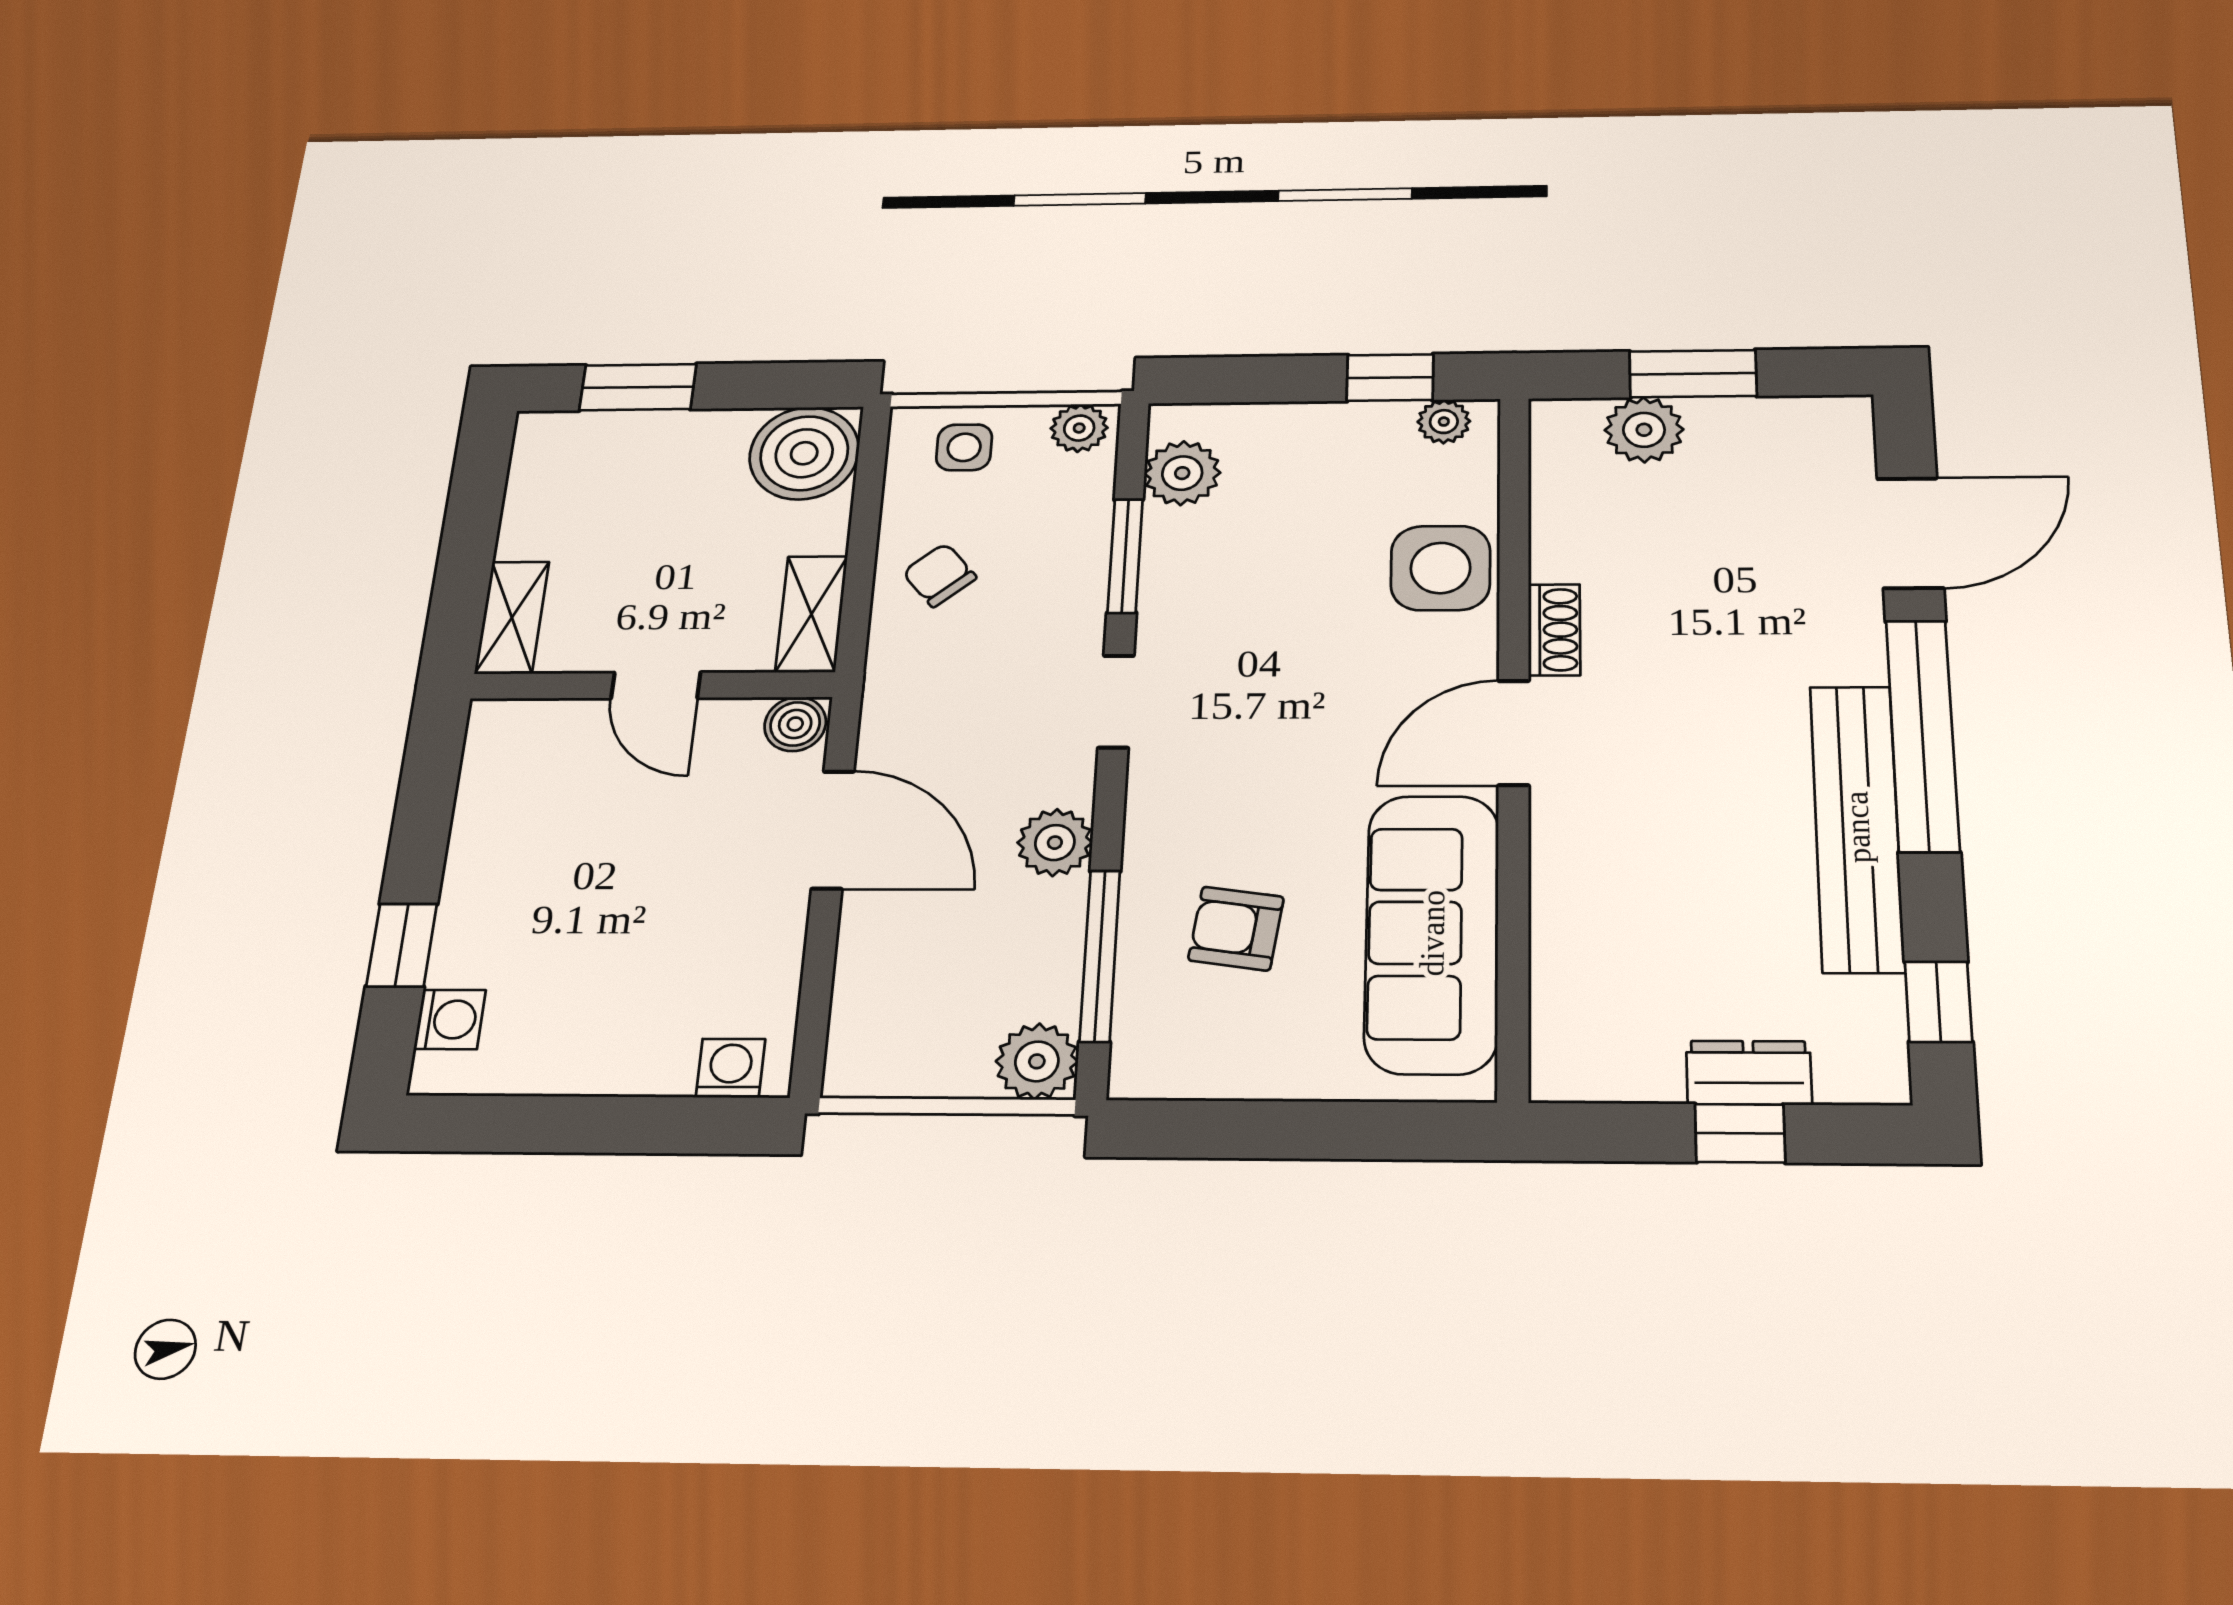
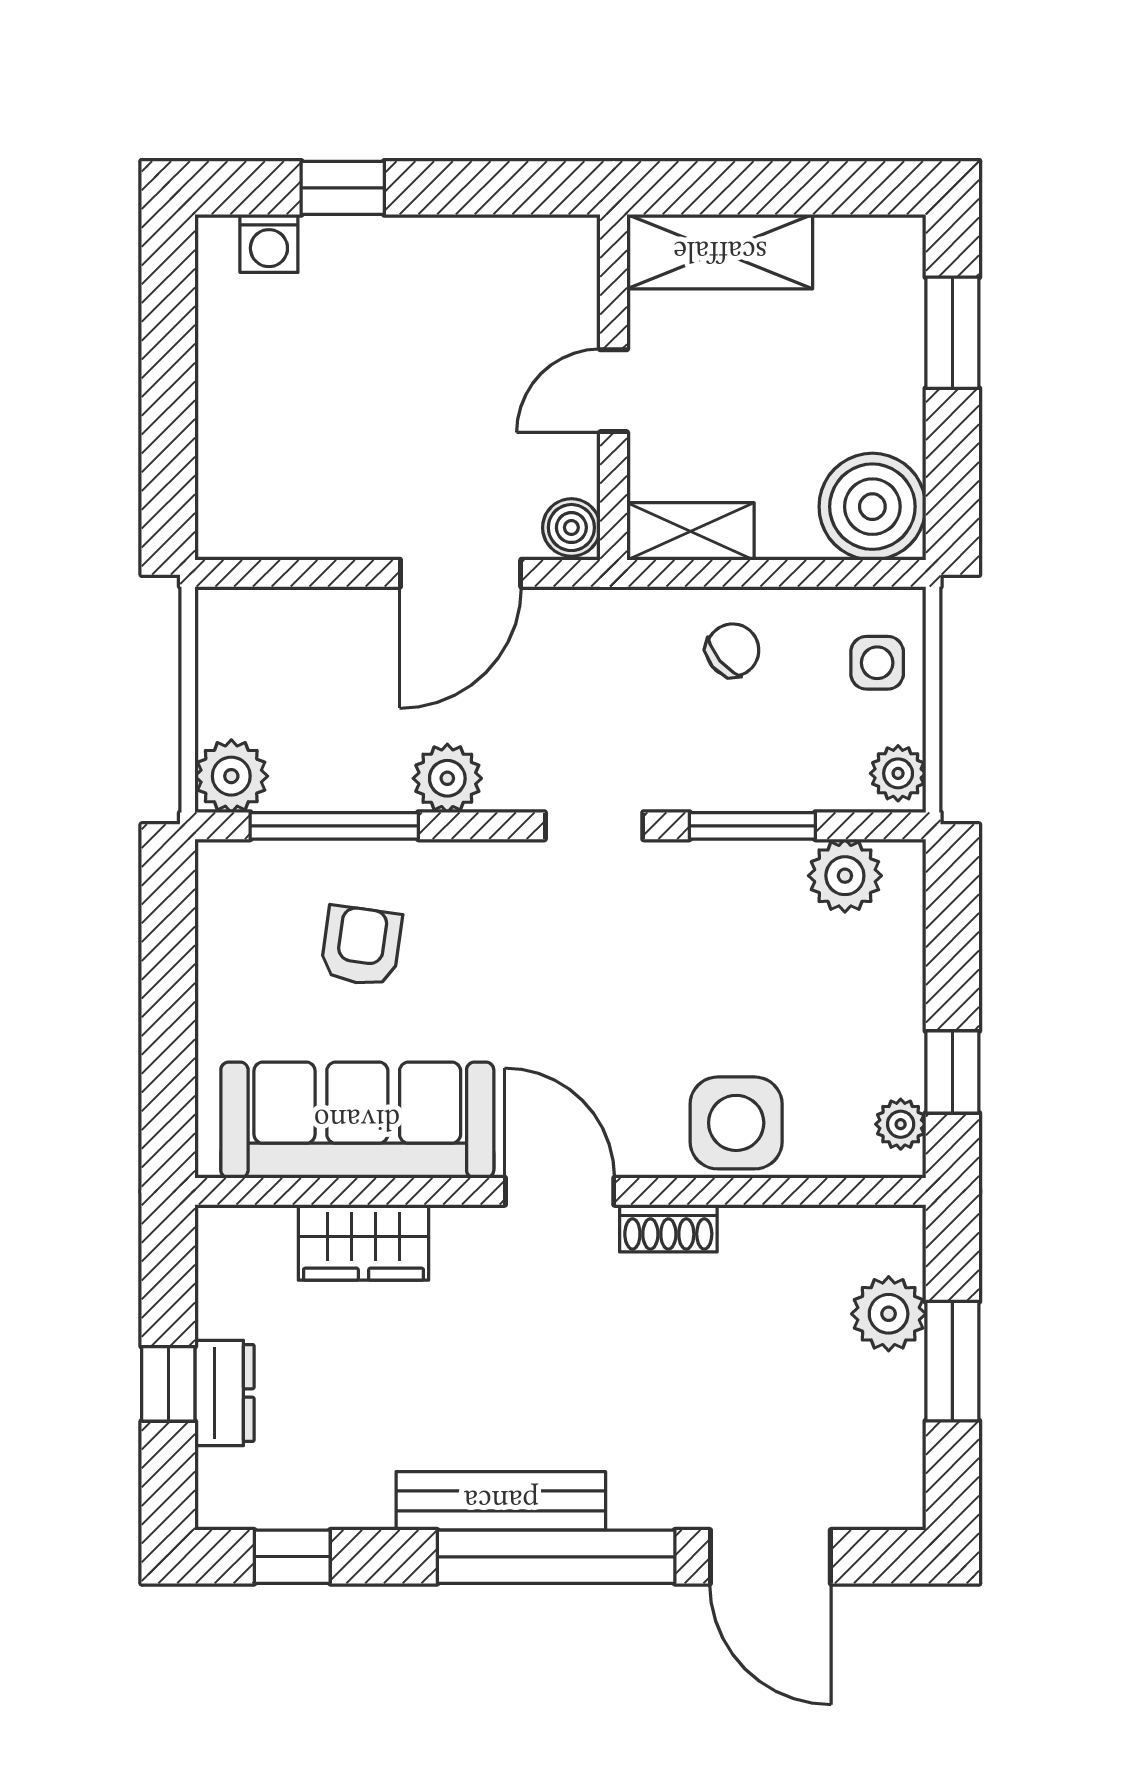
shelving: (512, 618) -> (720, 252), width x1.50, depth x1.33
bench: (1857, 827) -> (501, 1501), width x0.73, depth x0.82
wardrobe: (1571, 927) -> (363, 1242), added
washing machine: (731, 1068) -> (223, 504), removed

